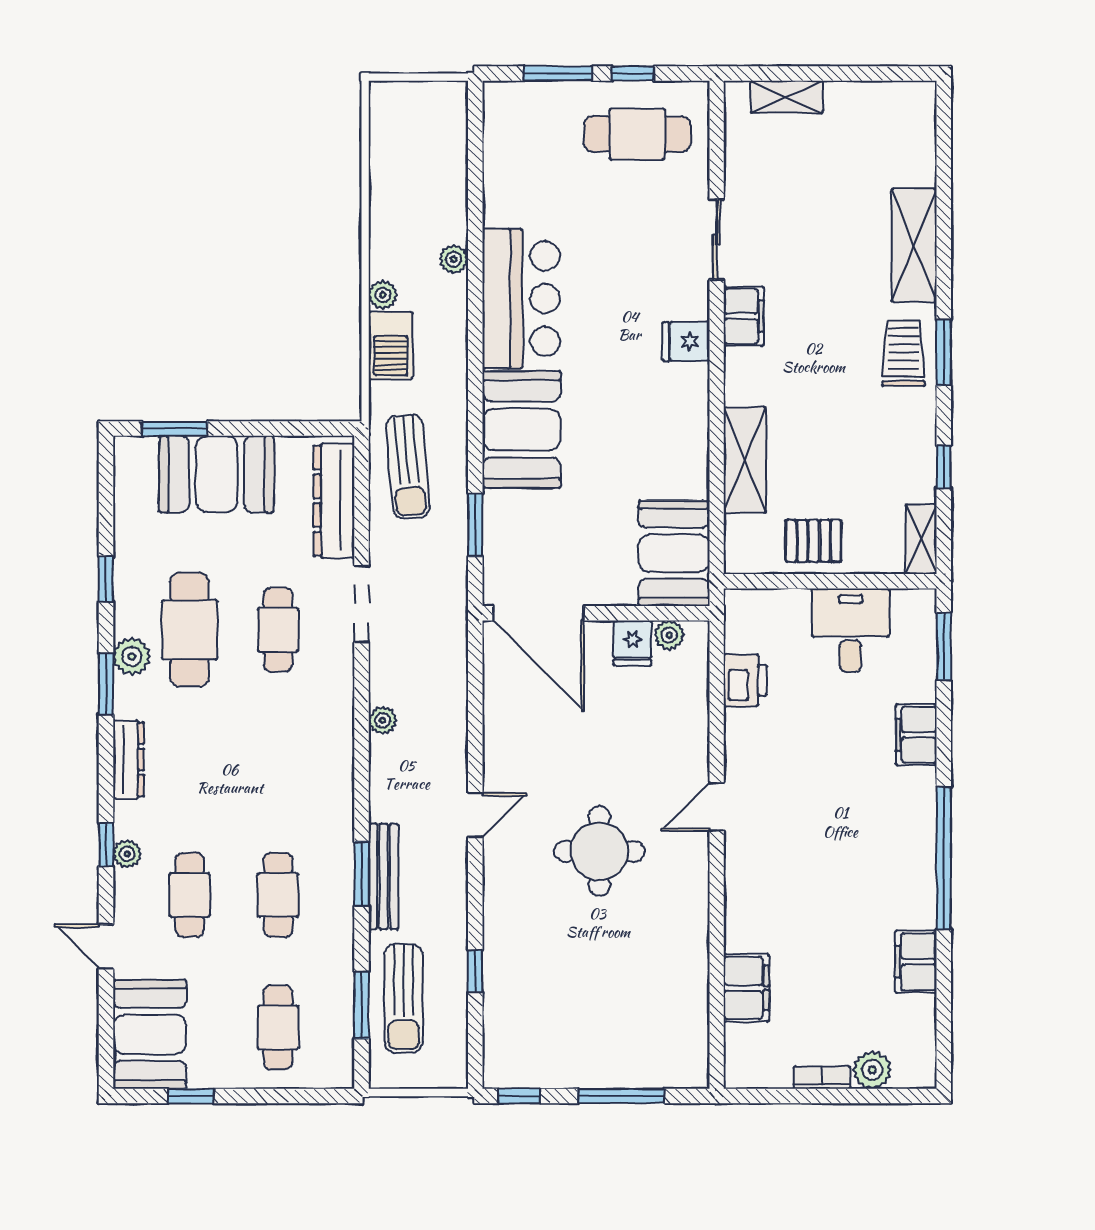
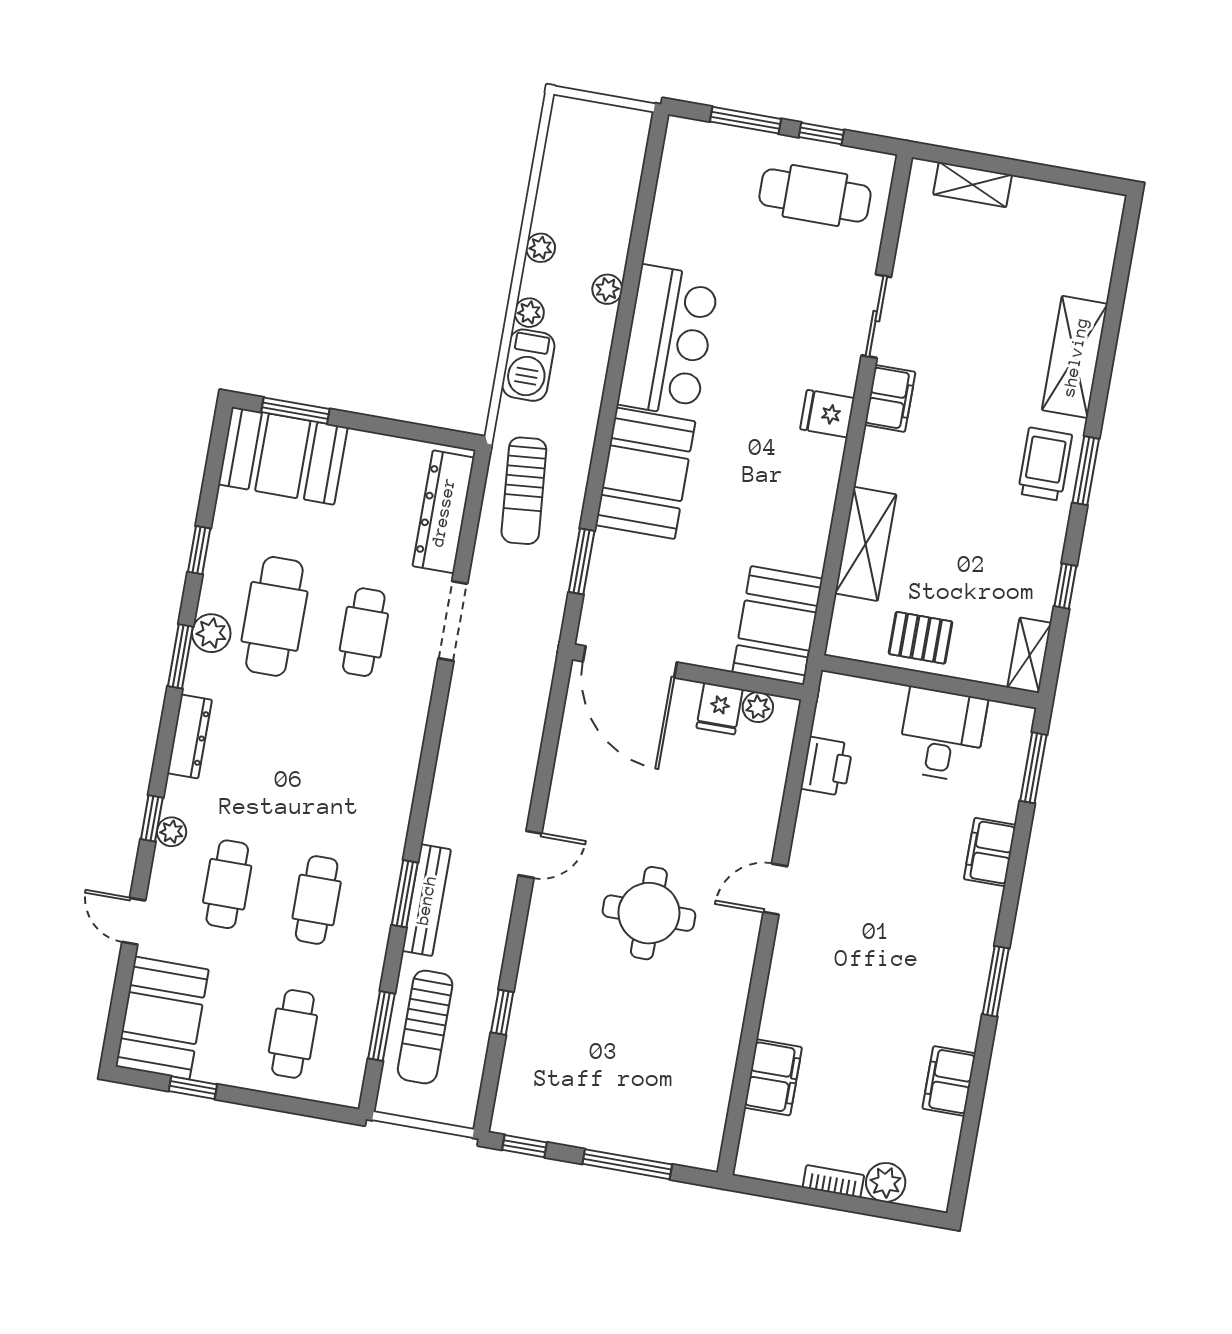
booth: (217, 474) -> (283, 456), moved
plant: (383, 720) -> (541, 248), moved
window: (944, 858) -> (996, 981), width x0.47

